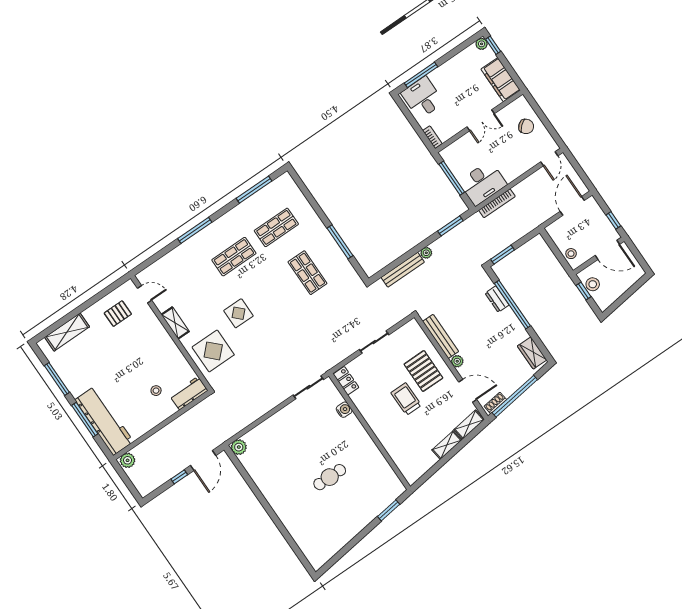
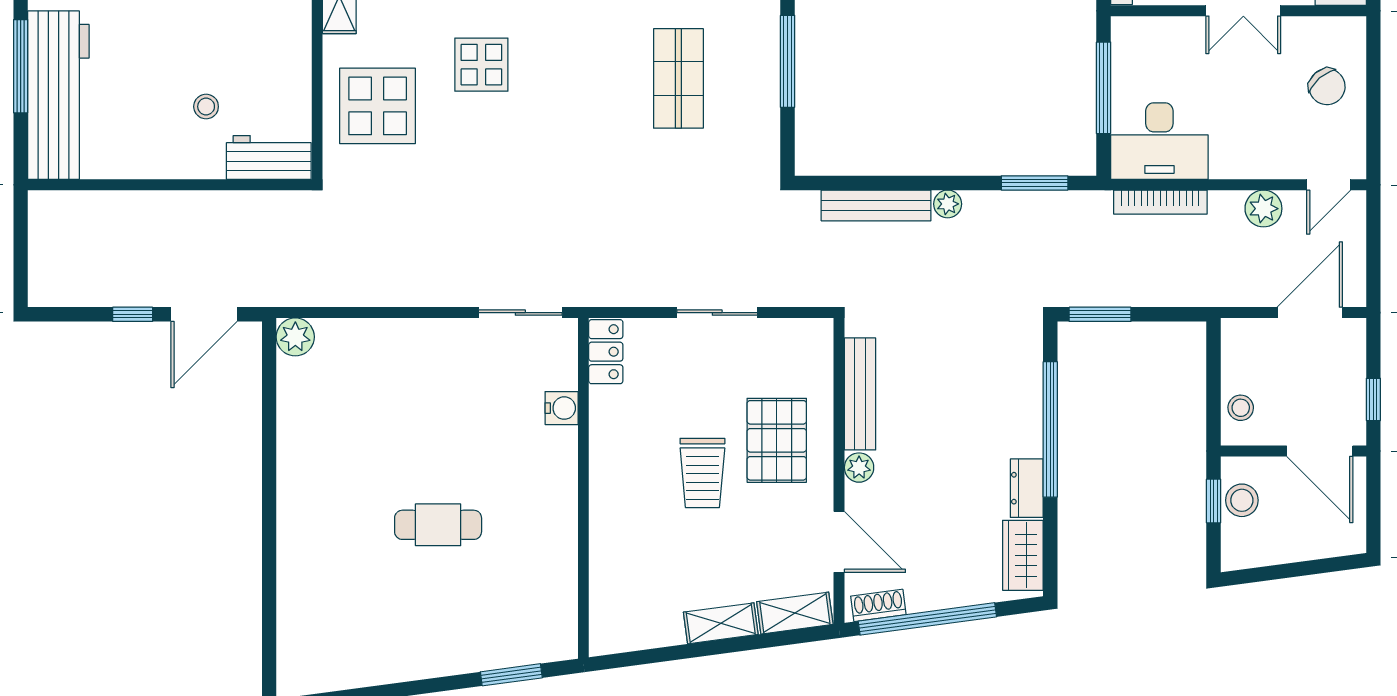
dresser: (497, 299) -> (1027, 488), moved
trolley: (406, 399) -> (702, 473), turned 180
plant: (128, 460) -> (1263, 209), moved

